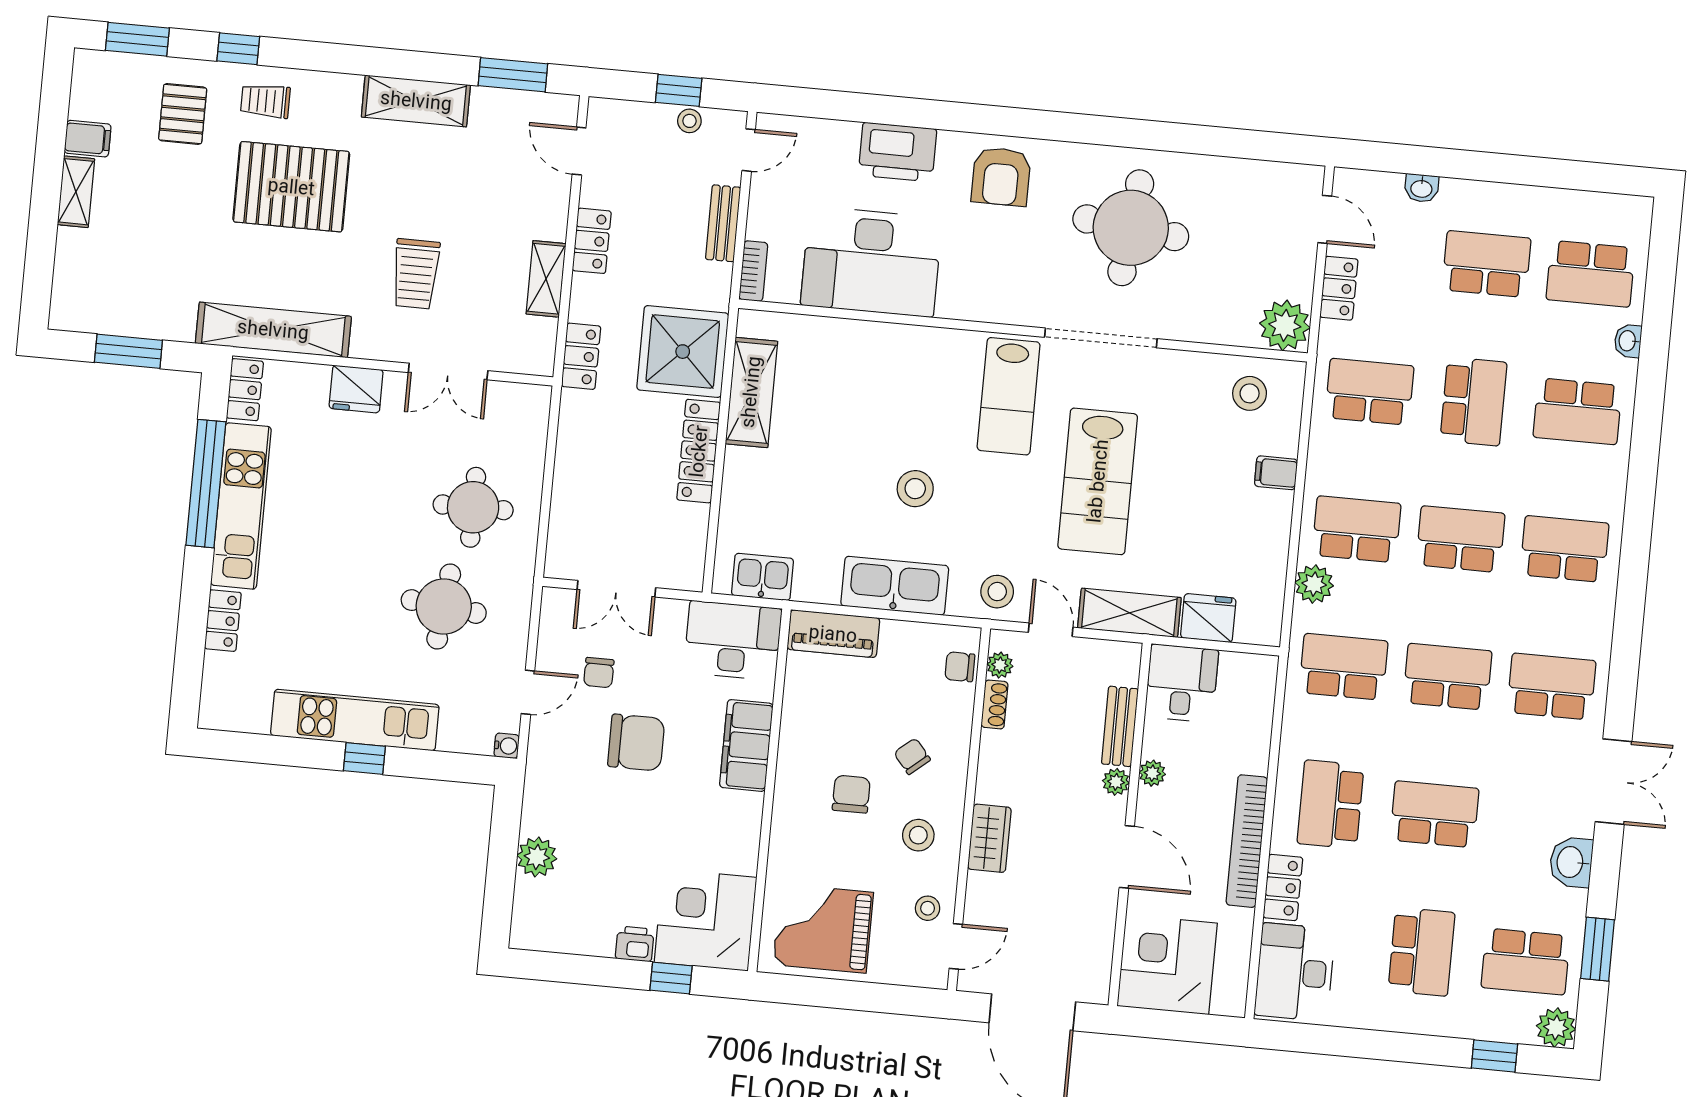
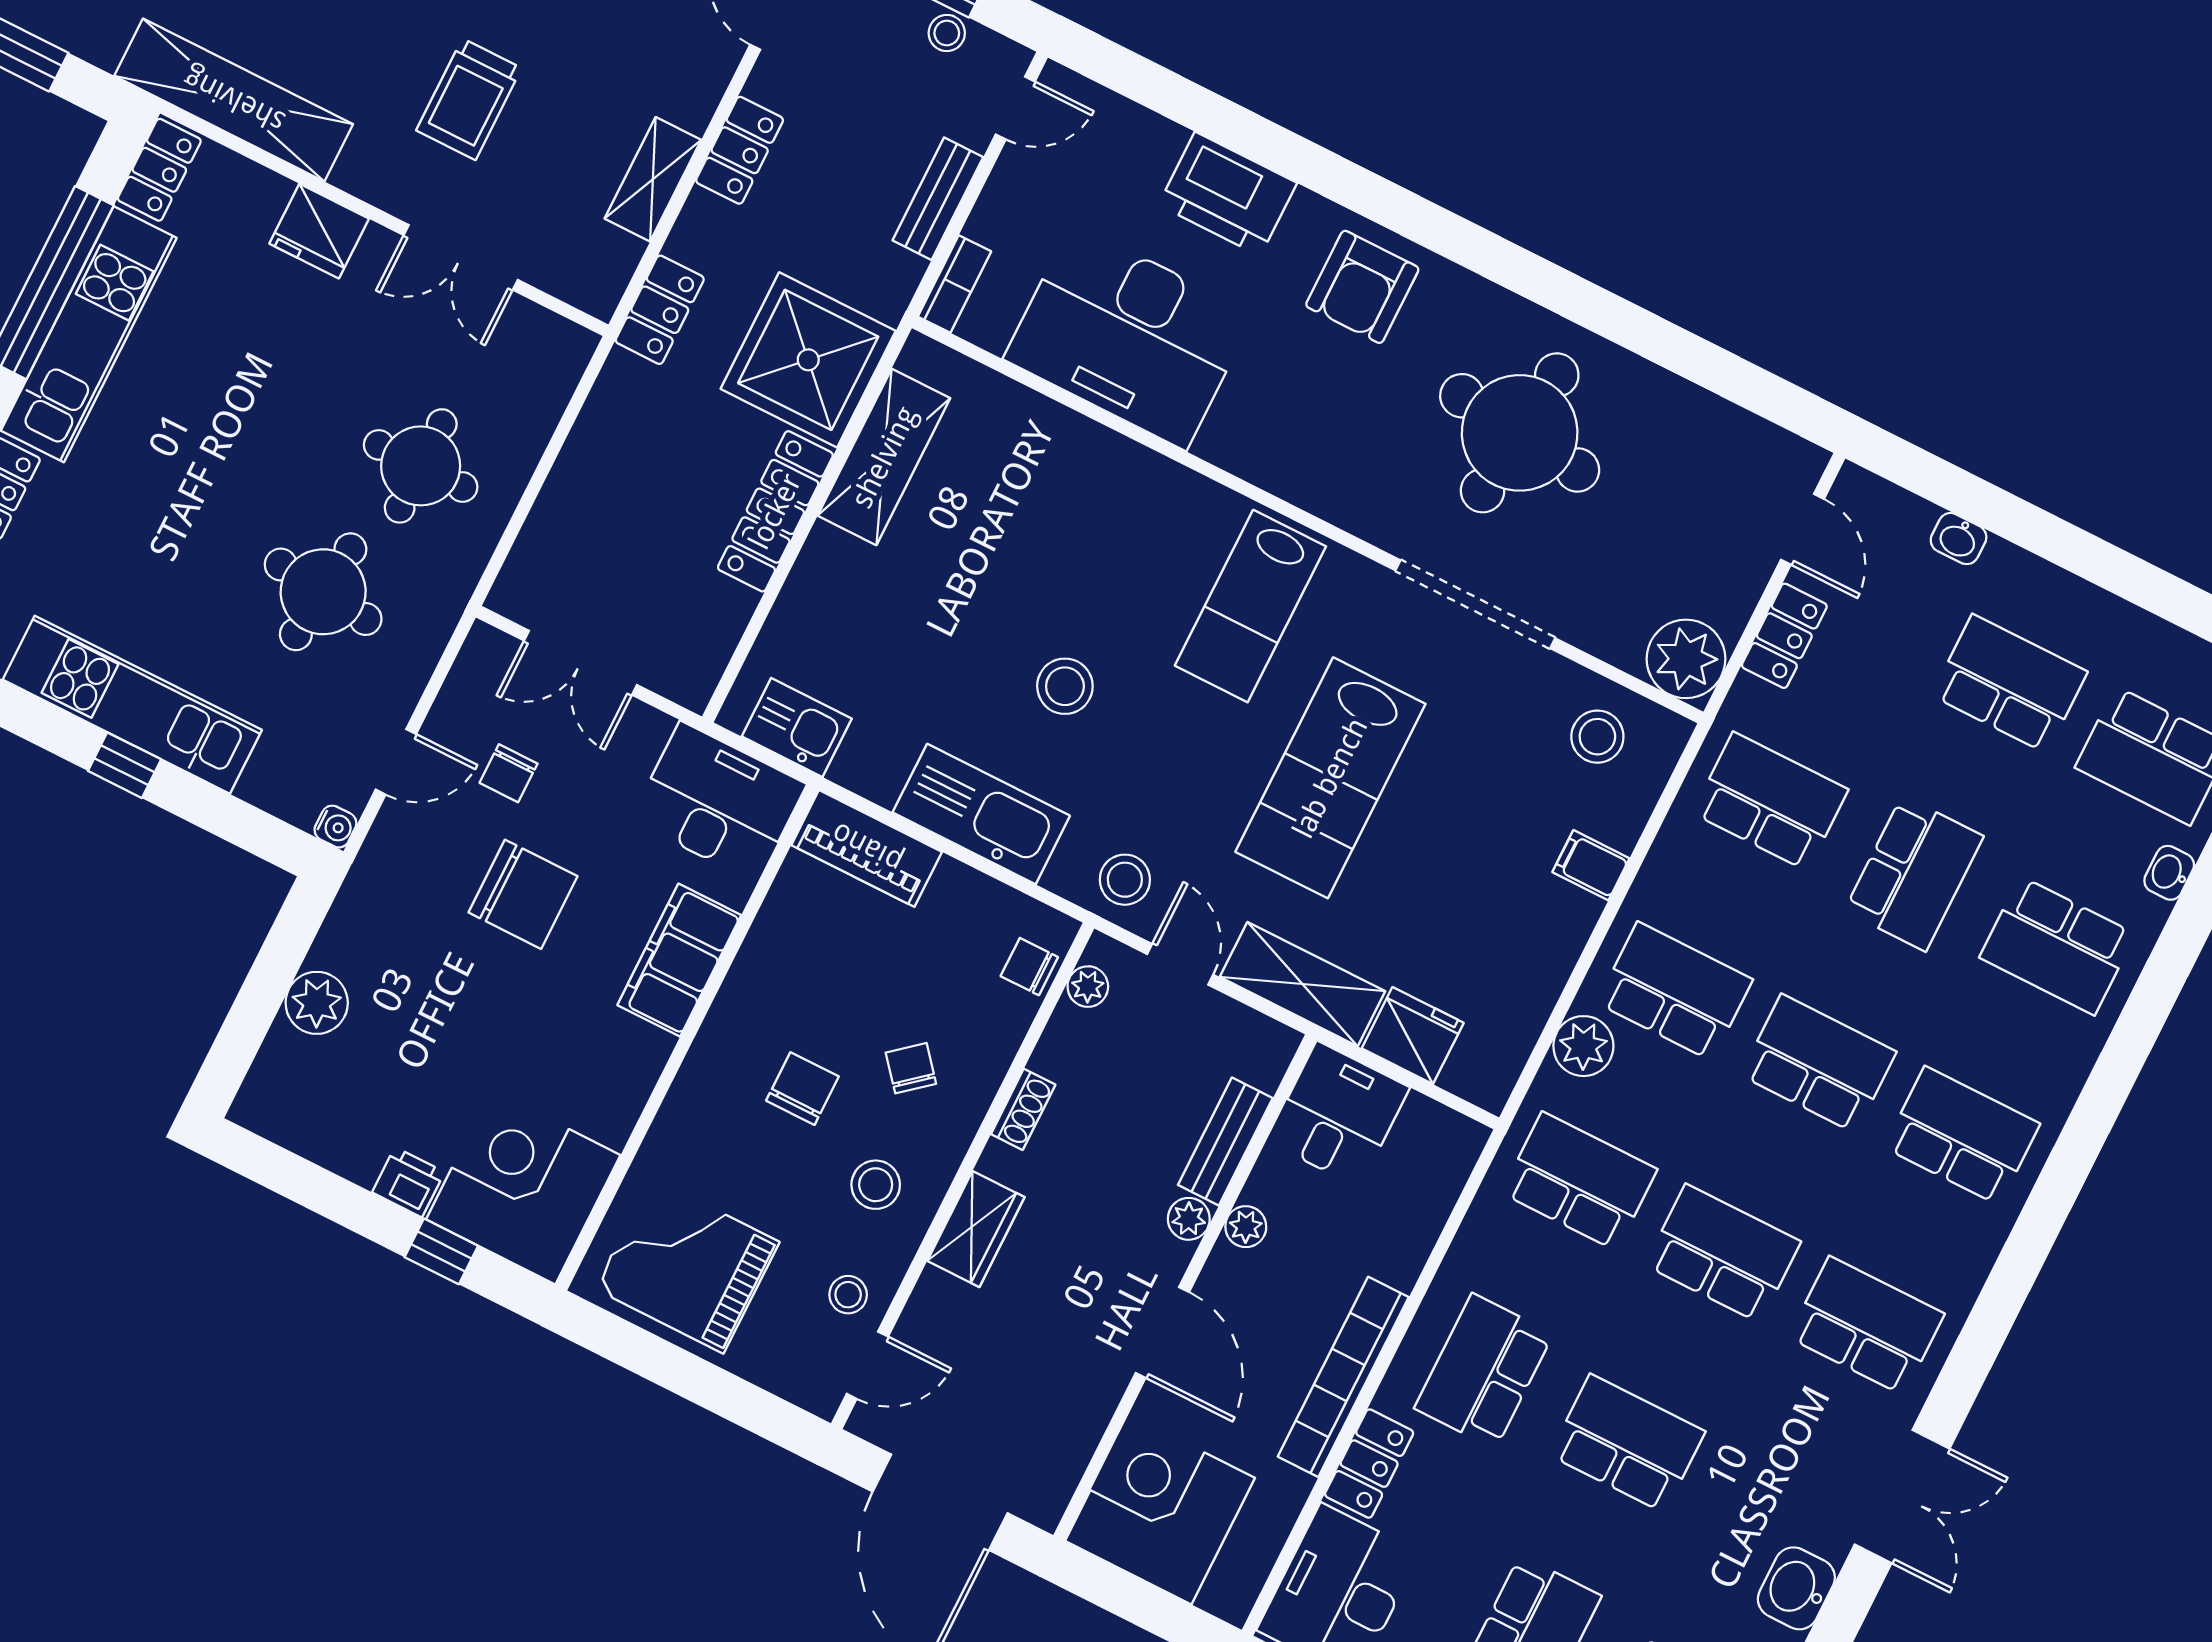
doorway: (1101, 338) -> (1475, 604), moved
shoe rack: (995, 704) -> (1023, 1109), moved

